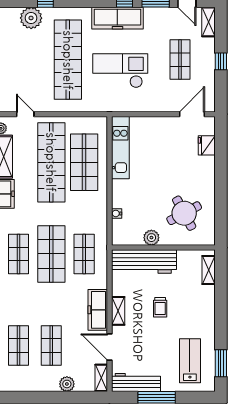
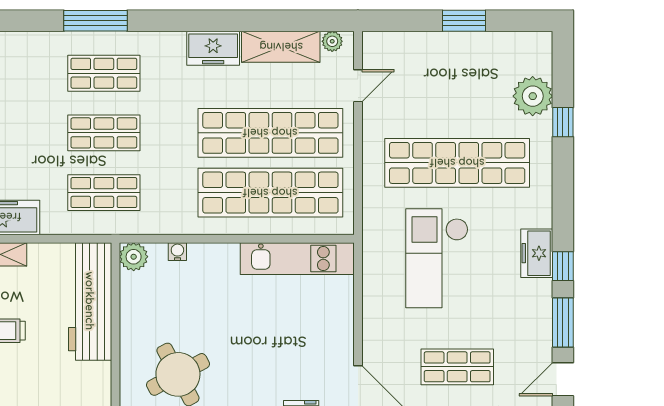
freezer: (117, 18) -> (537, 253), width x0.52, depth x0.79
checkout: (120, 71) -> (437, 258), turned 180
shop shelf: (84, 162) -> (270, 193), width x1.40
plant: (151, 238) -> (134, 257), moved
shop shelf: (51, 254) -> (104, 133), width x0.70, depth x0.74

